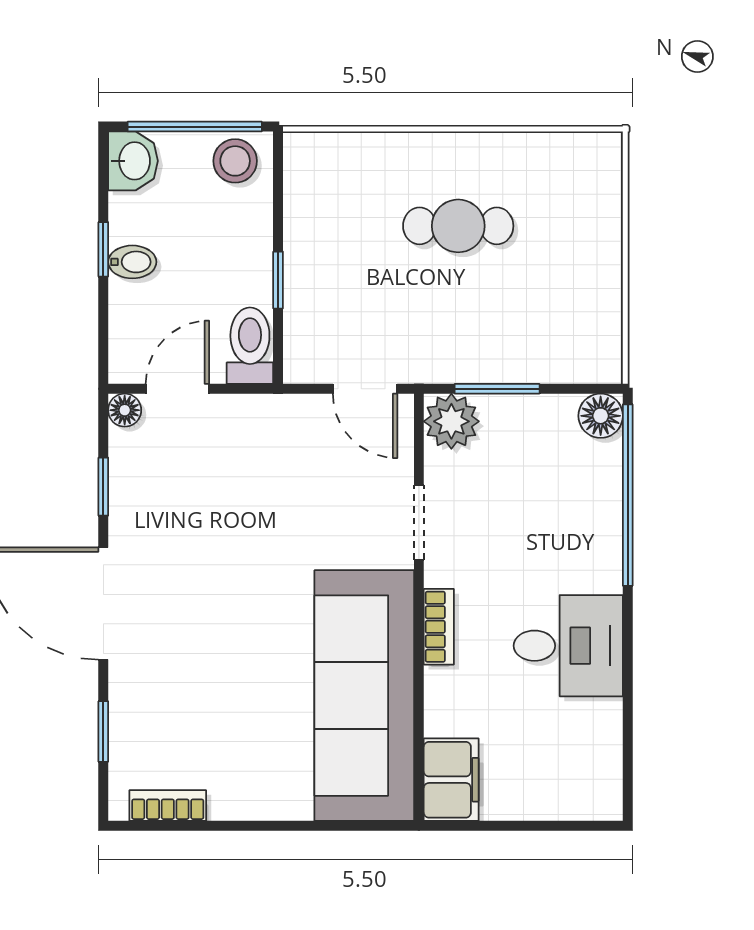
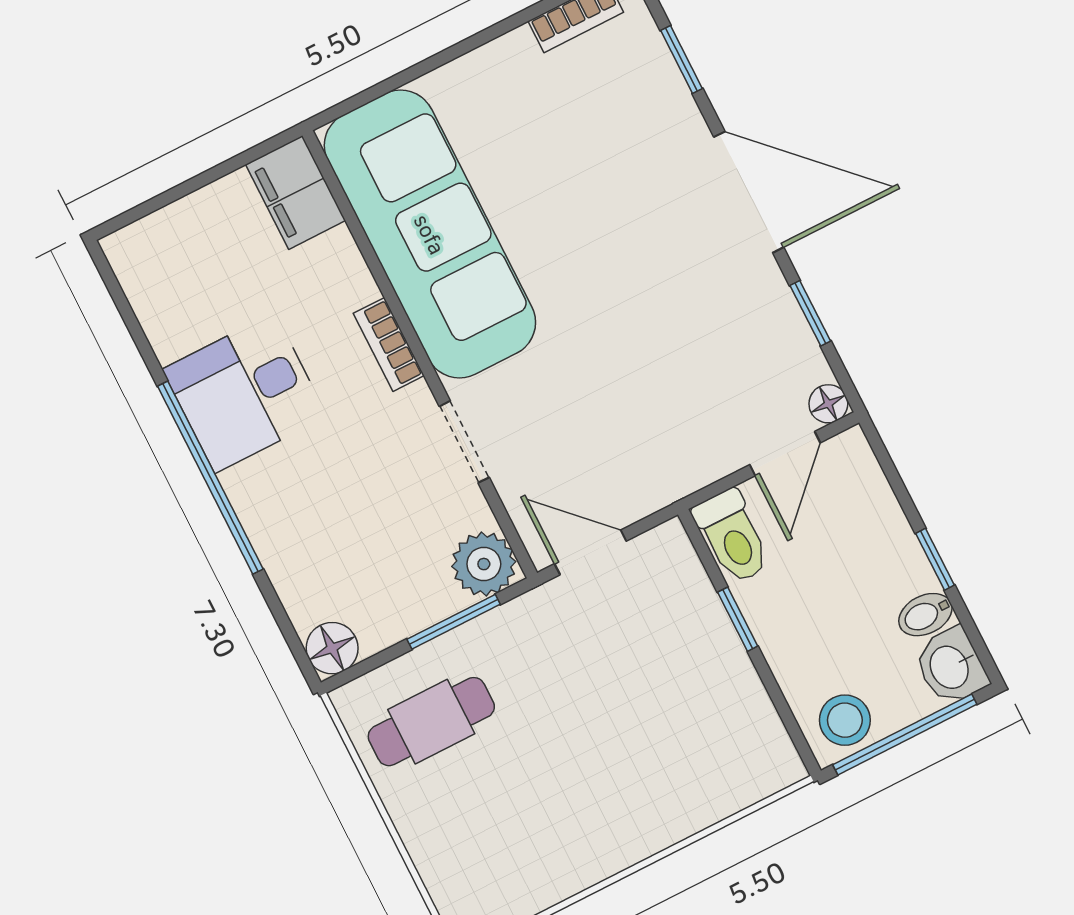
cafe table: (458, 226) -> (431, 722), moved
bidet: (132, 262) -> (925, 615), moved
window: (628, 495) -> (210, 478), moved

